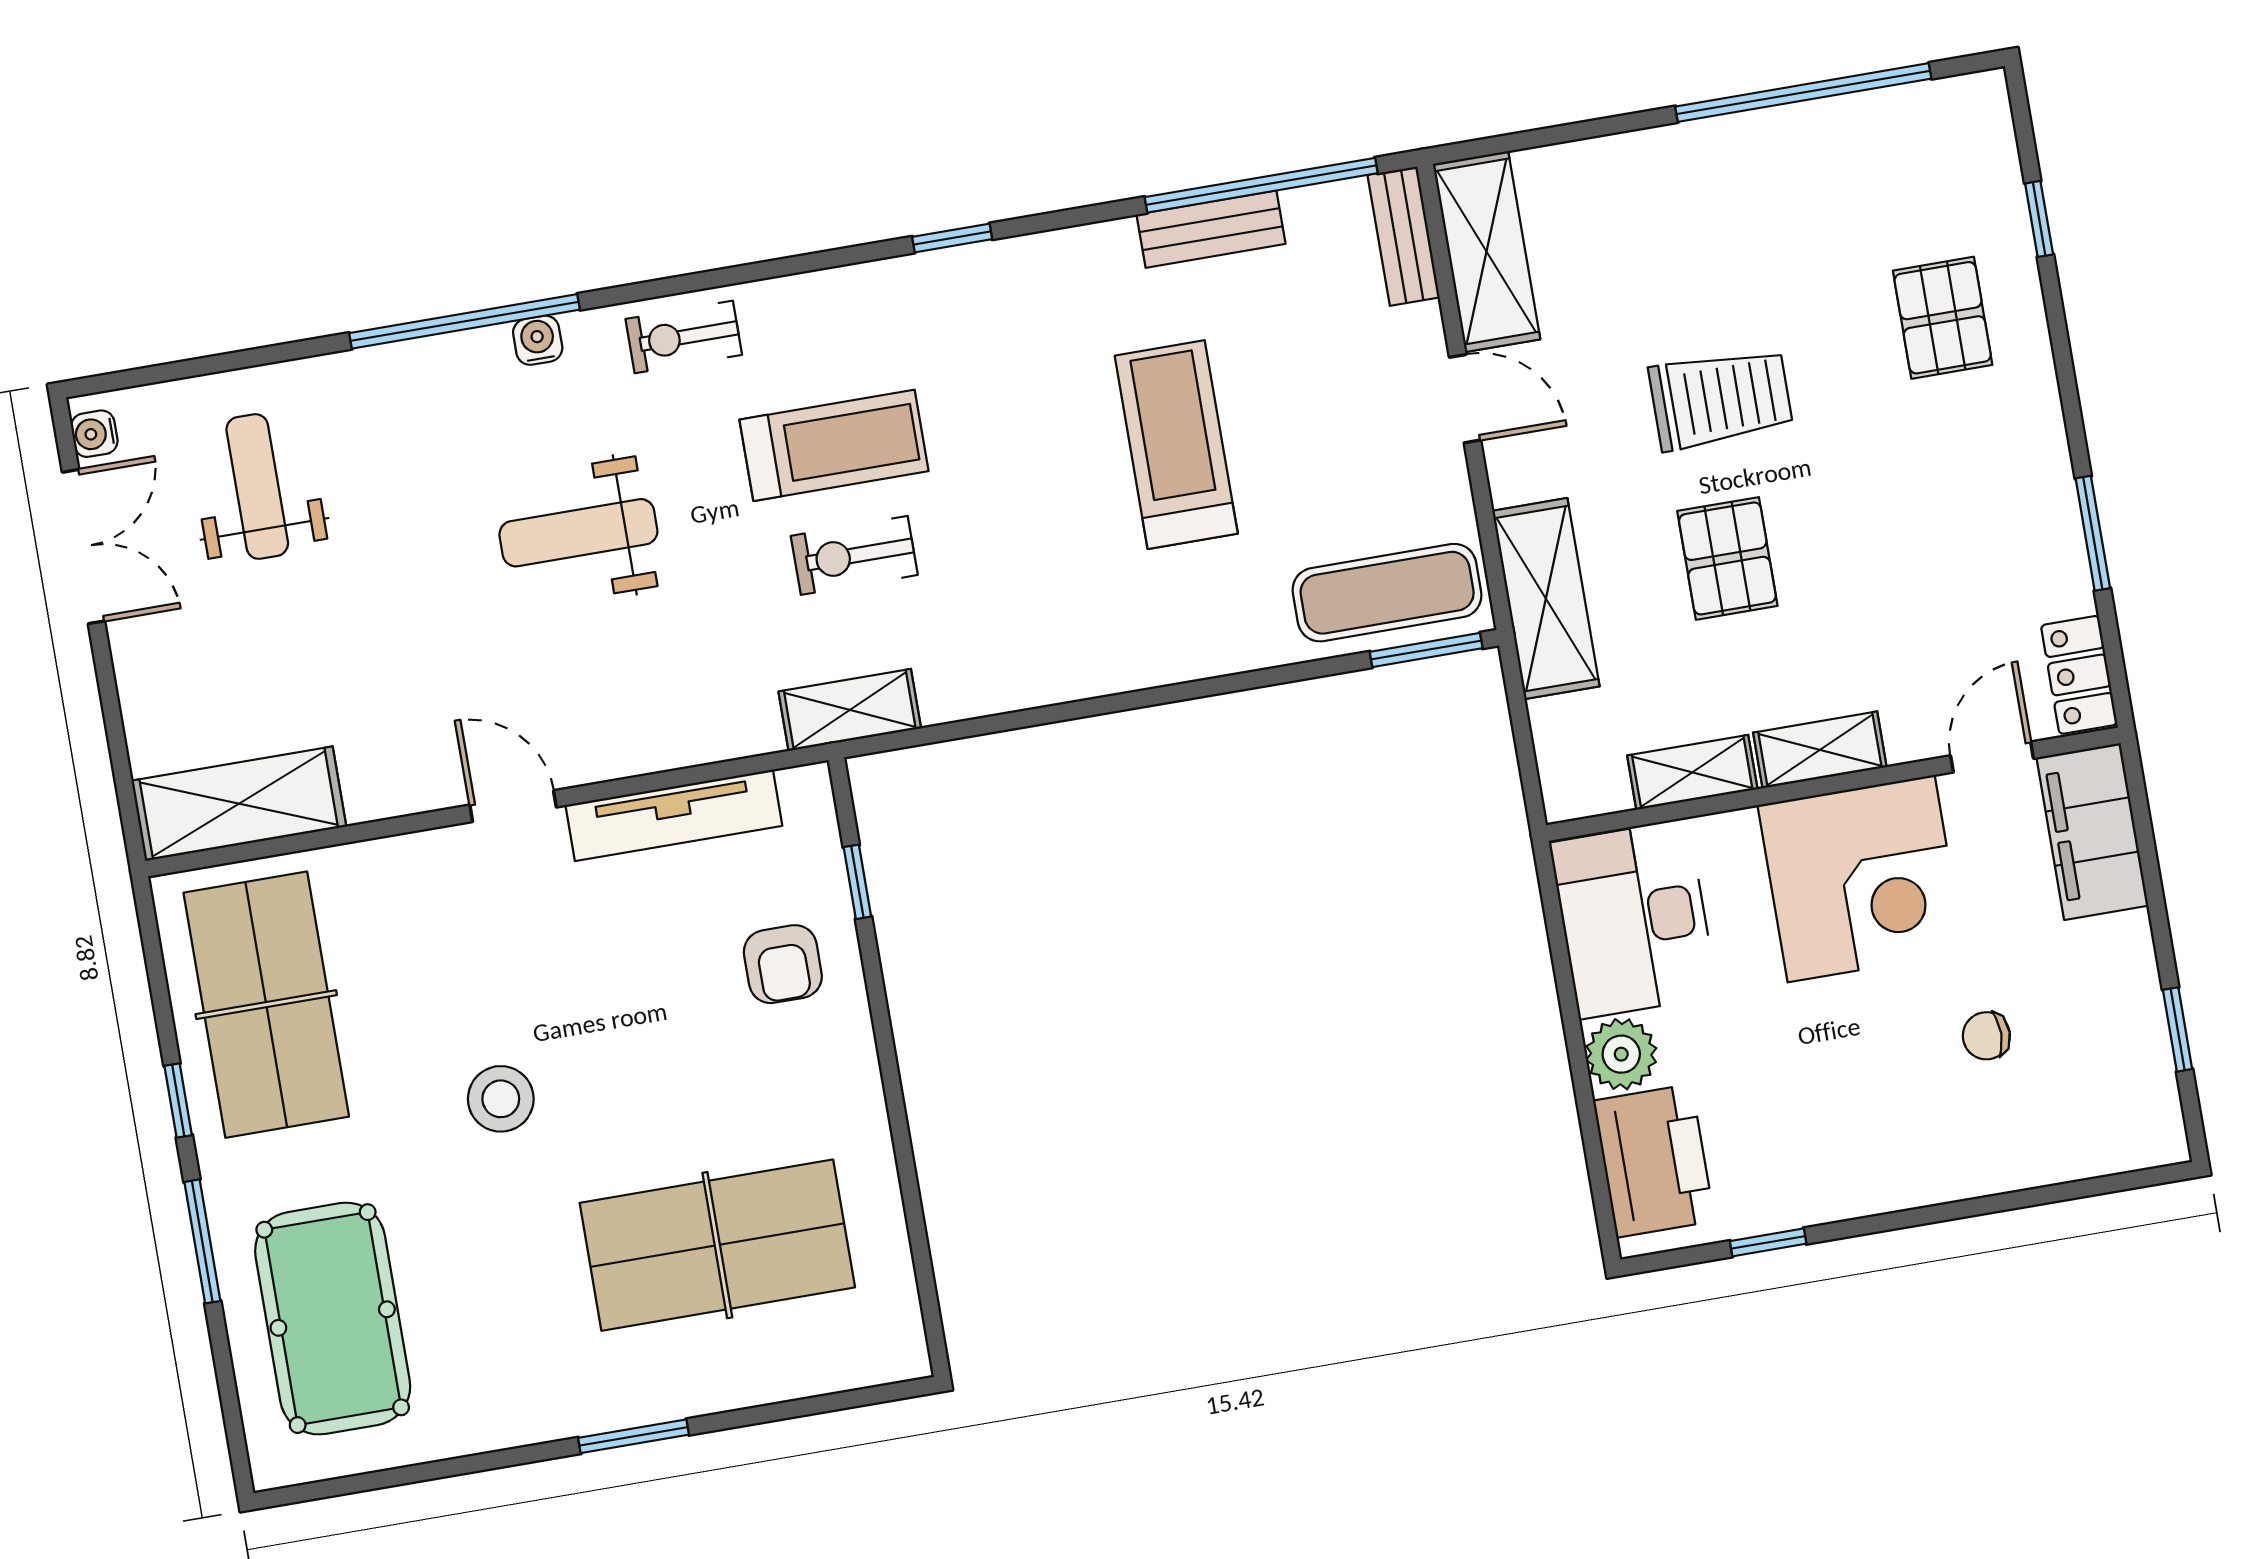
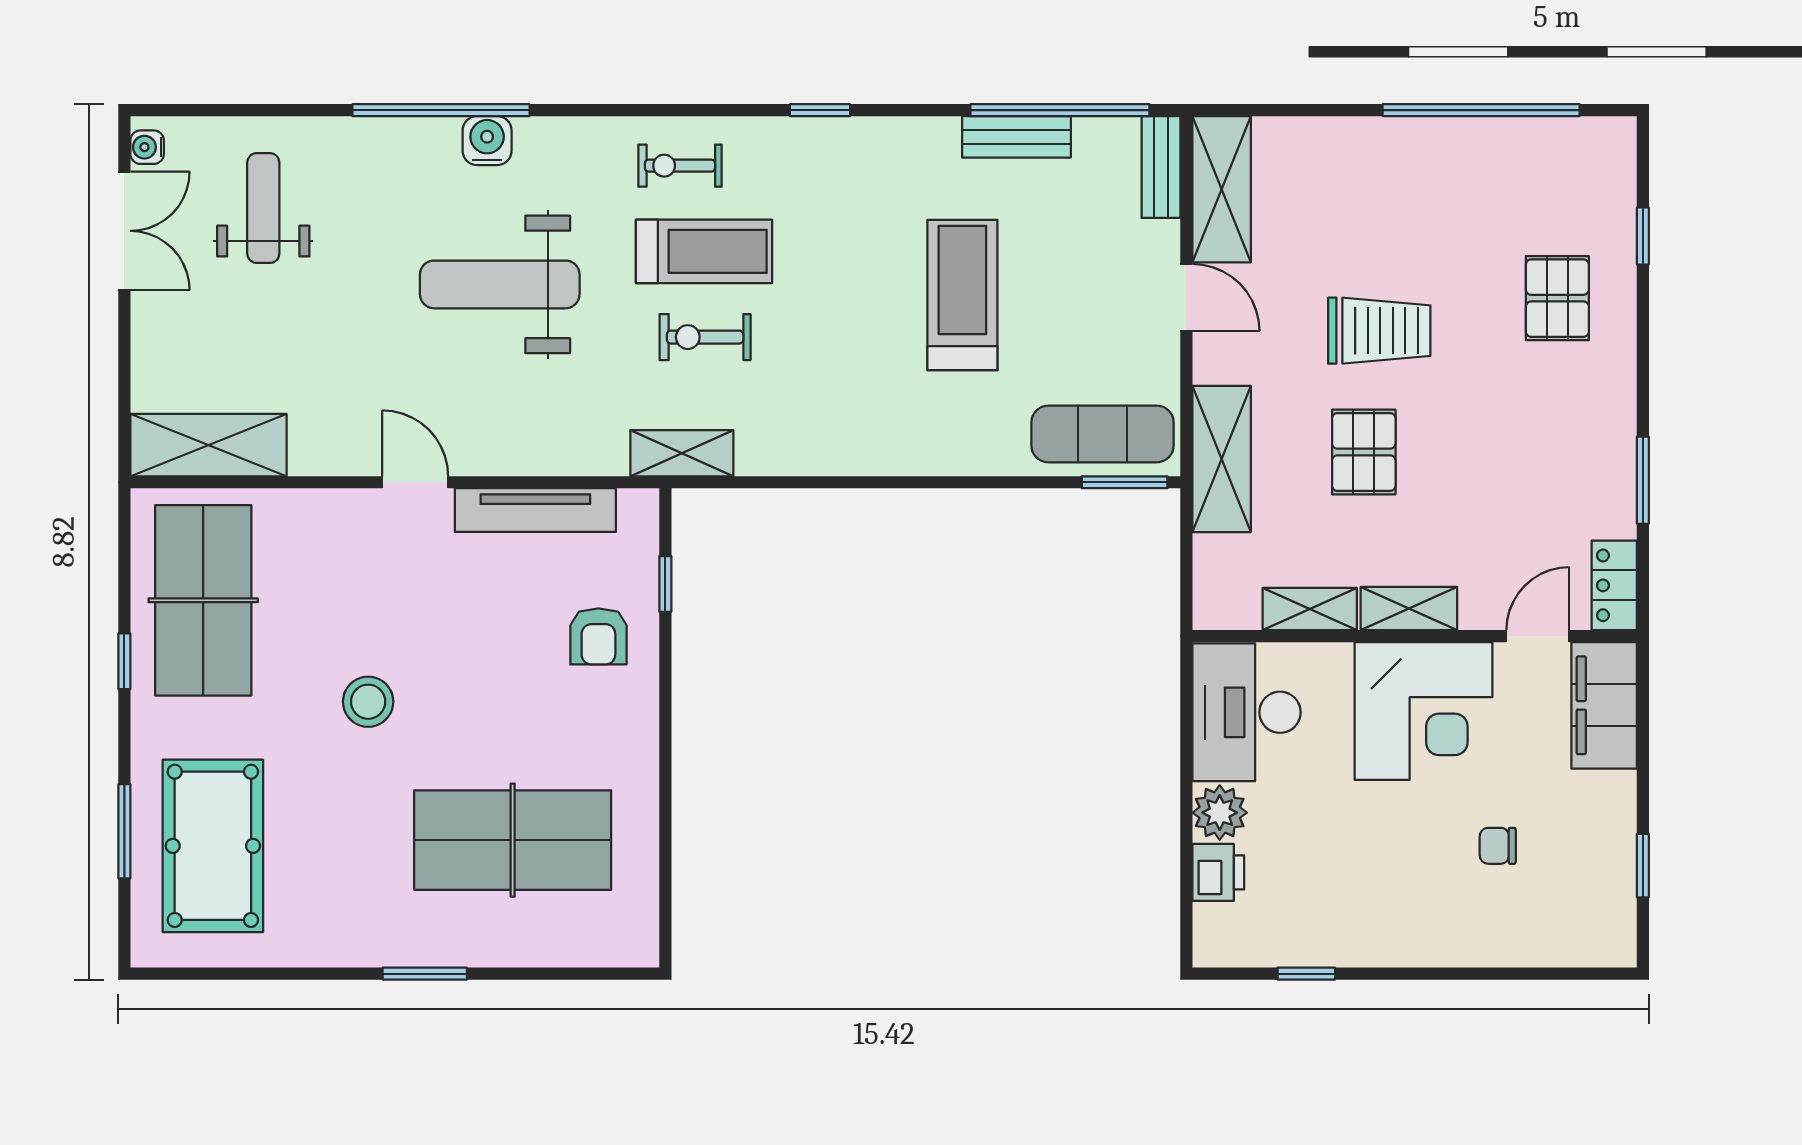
exercise bike: (684, 337) -> (680, 166), moved
water cooler: (538, 340) -> (487, 141), width x1.38, depth x1.38
weight bench: (578, 533) -> (500, 284), width x1.36, depth x1.33
printer: (1654, 1161) -> (1218, 872), width x0.53, depth x0.68
window: (202, 1241) -> (124, 831), moved

